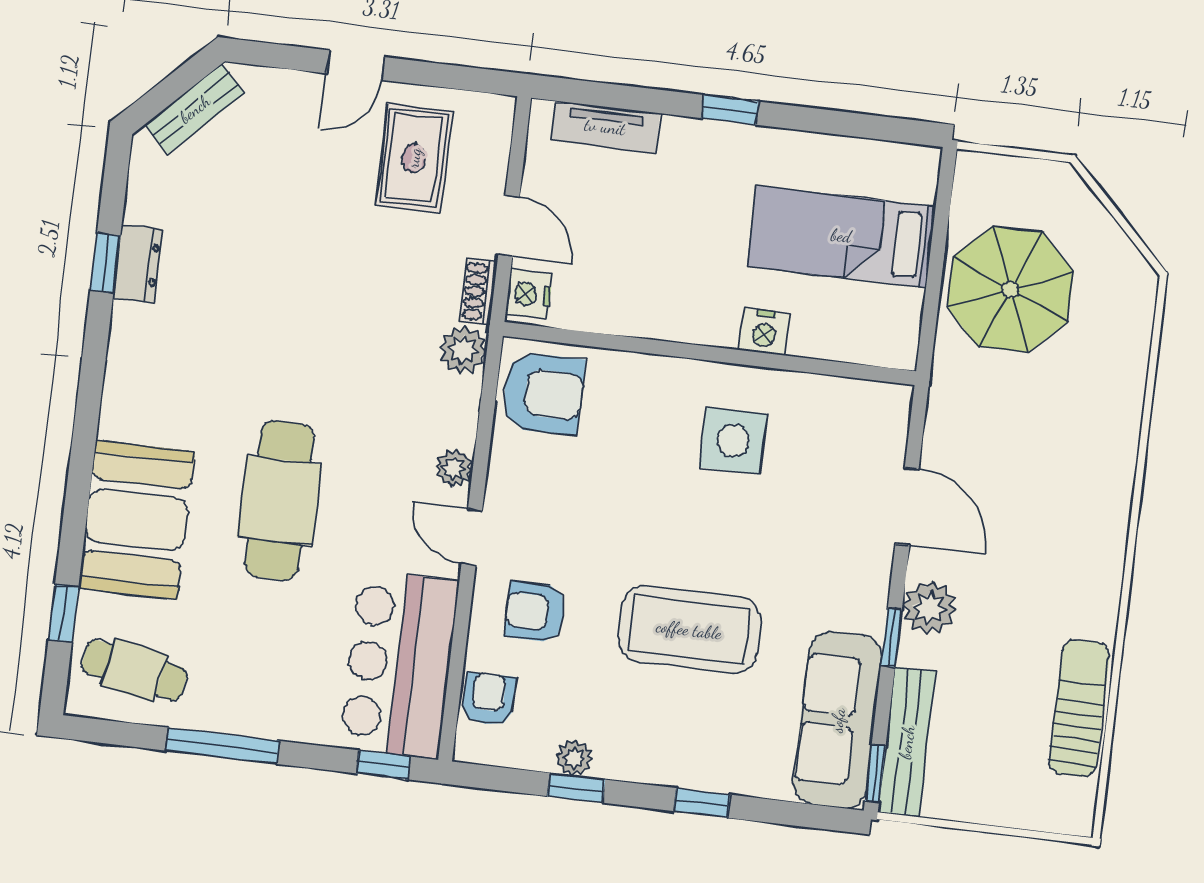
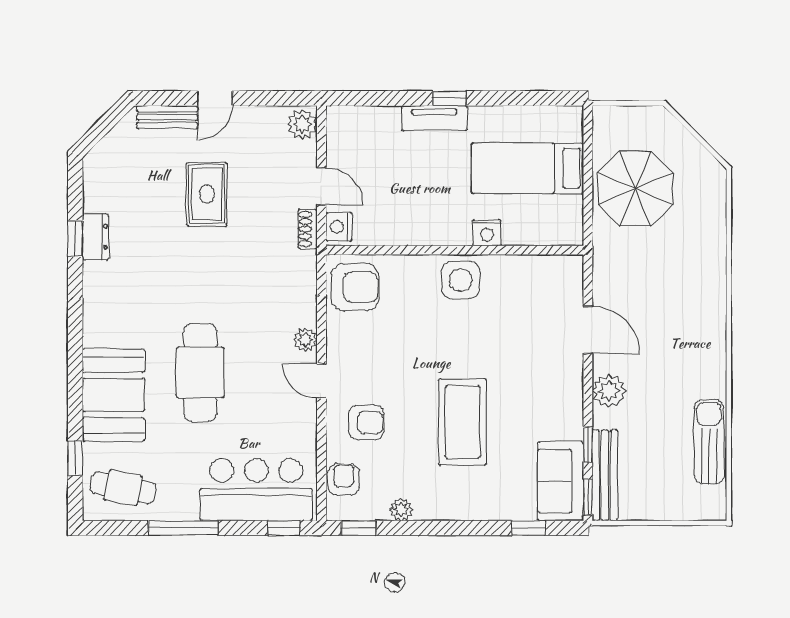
bench: (195, 109) -> (167, 117), moved, turned 45
tv unit: (605, 127) -> (434, 118), moved
rug: (414, 158) -> (207, 194), moved
plant: (463, 350) -> (302, 124), moved
side table: (733, 441) -> (461, 280), moved
armchair: (535, 612) -> (366, 422), turned 180
coffee table: (689, 630) -> (463, 422), turned 90
window: (891, 638) -> (588, 444), moved
bar counter: (399, 664) -> (256, 490), moved, turned 90
sofa: (838, 720) -> (561, 481), width x0.73
window: (576, 788) -> (359, 528), moved
window: (702, 803) -> (528, 528), moved

